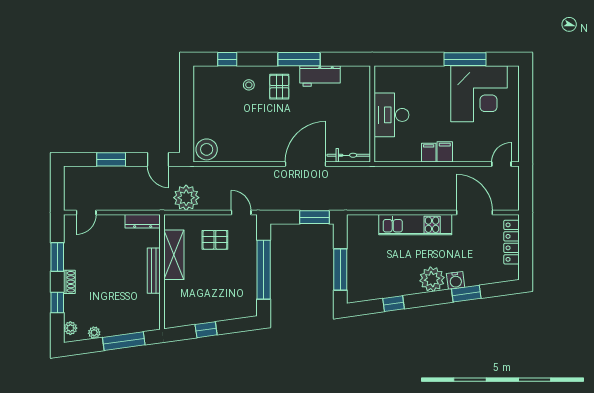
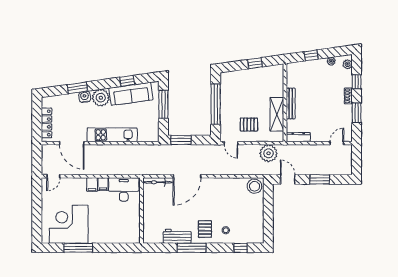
desk: (392, 115) -> (124, 189), moved, turned -90
sofa: (388, 285) -> (131, 94), added
window: (124, 341) -> (311, 55), width x0.46

